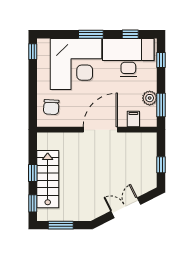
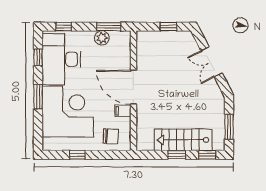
window: (33, 52) -> (77, 155), moved
filing cabinet: (133, 119) -> (123, 111), moved

